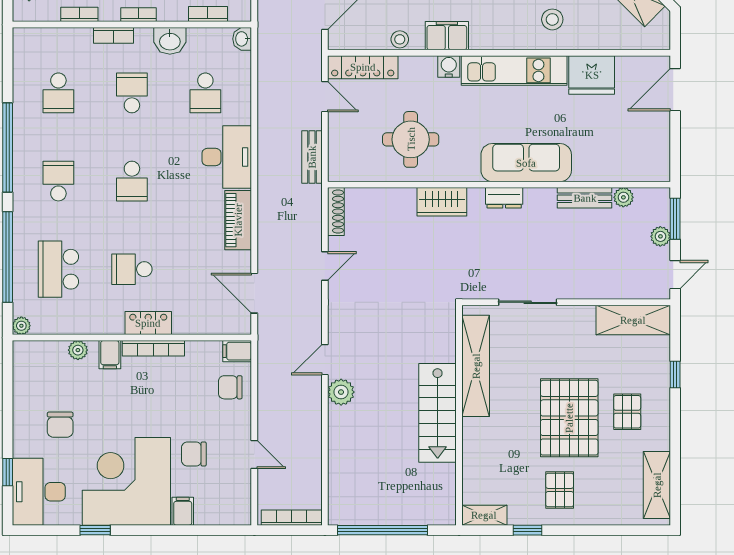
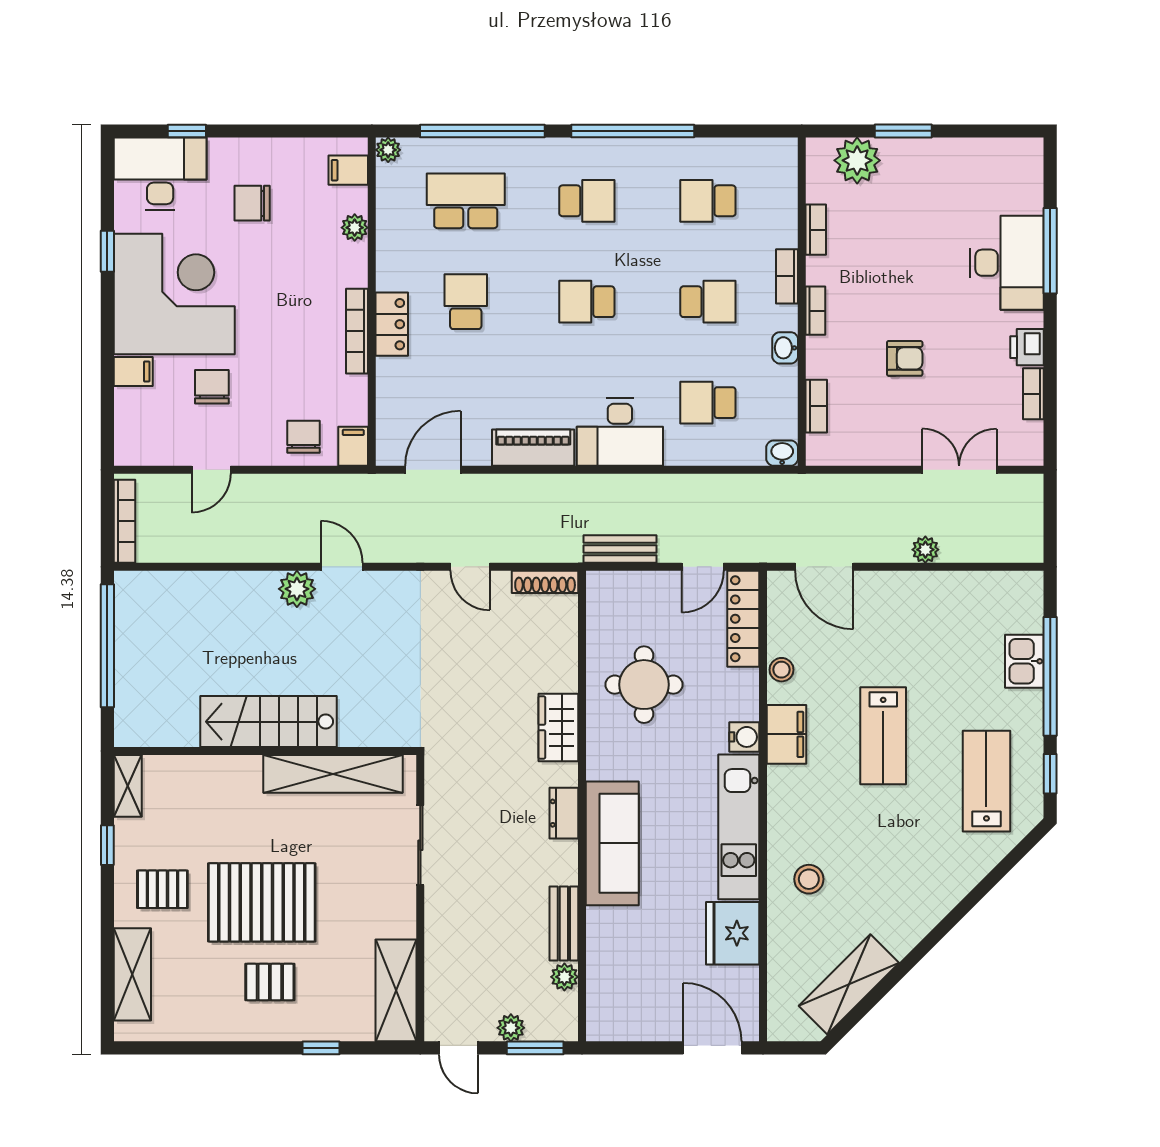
washbasin: (170, 41) -> (785, 348), width x0.72, depth x0.69
filing cabinet: (110, 355) -> (348, 170), moved
shelving: (657, 485) -> (132, 974), moved, turned 90

